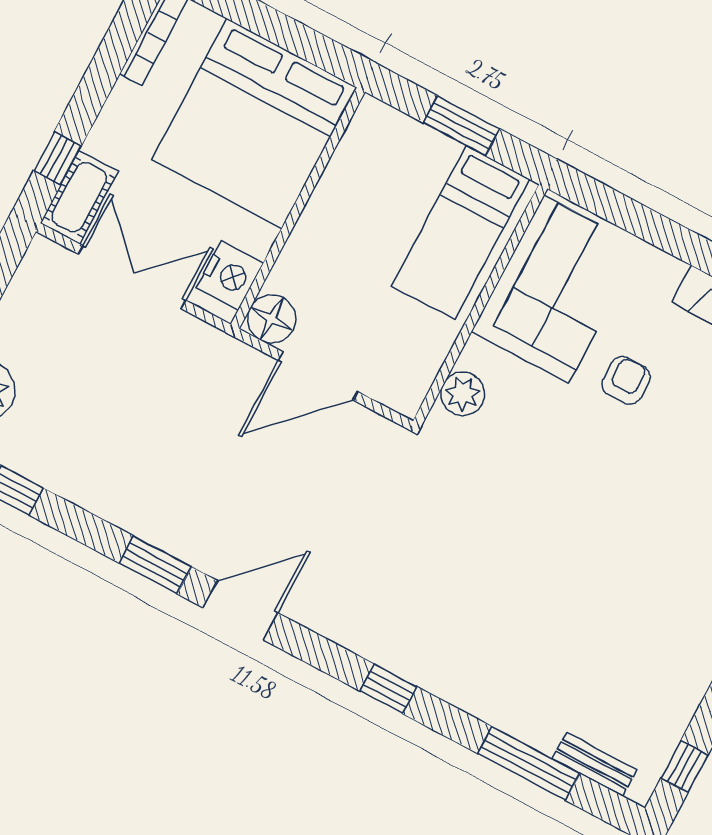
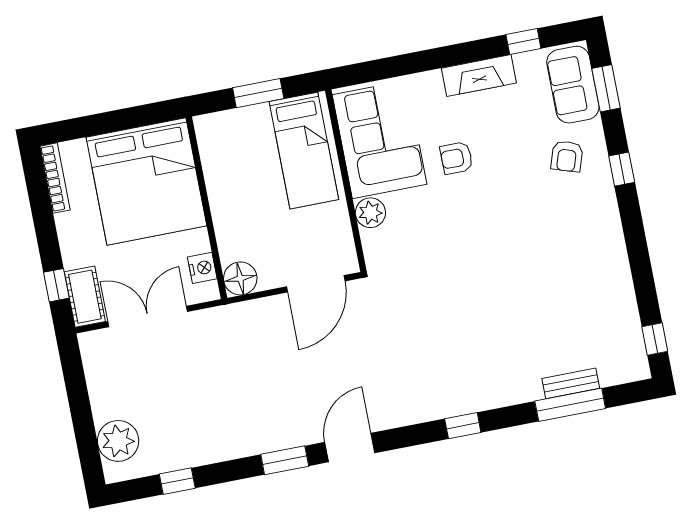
nightstand: (230, 276) -> (202, 268), width x0.74, depth x0.75
door: (318, 376) -> (316, 284), moved
armchair: (626, 381) -> (456, 158), turned -90
plant: (463, 394) -> (370, 213), moved
bench: (595, 764) -> (571, 383), moved

